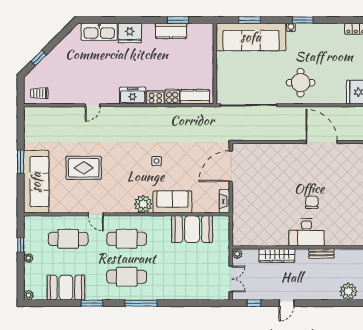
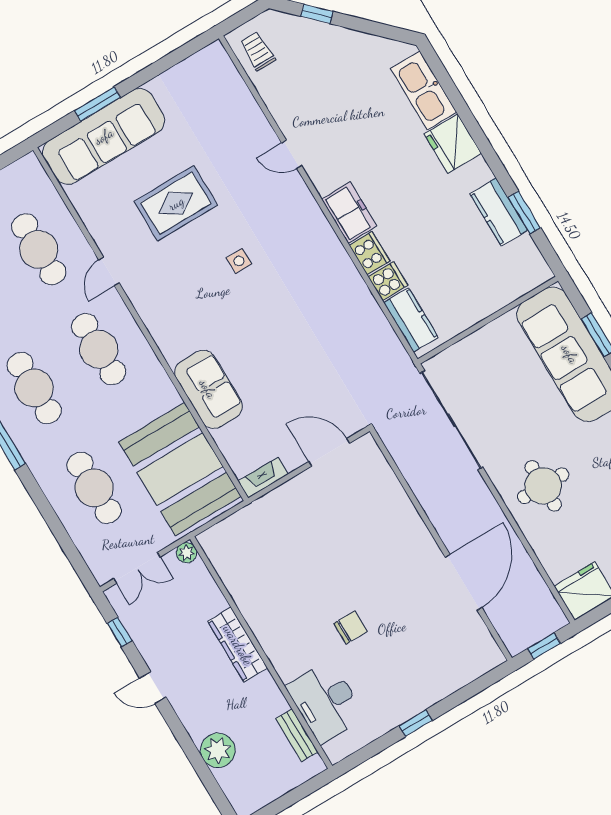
side table: (157, 161) -> (239, 261), moved
window: (21, 162) -> (97, 104), moved
door: (231, 166) -> (329, 452), width x0.73
rug: (84, 168) -> (176, 203), turned 90
plant: (143, 204) -> (175, 342), removed
booth: (192, 229) -> (180, 469), width x1.36, depth x1.42
desk: (306, 232) -> (326, 702), moved
bench: (321, 253) -> (297, 735), moved
wardrobe: (277, 256) -> (238, 645), moved
cafe table: (185, 277) -> (94, 488), added
plant: (348, 291) -> (218, 750), moved

